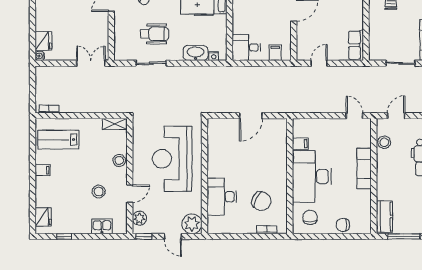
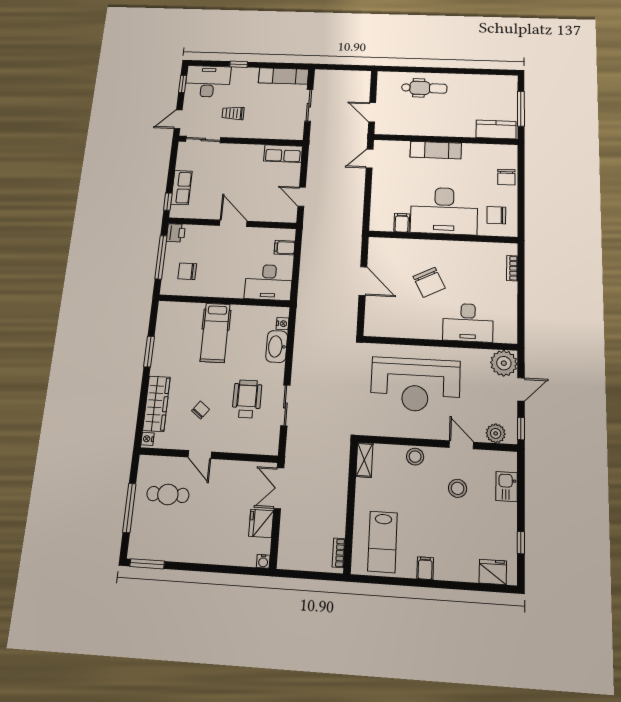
fridge: (43, 41) -> (261, 523), moved, turned -90
desk: (246, 47) -> (269, 282), width x1.37
stool: (384, 142) -> (404, 126), removed
chair: (261, 201) -> (429, 282), moved, turned 125

